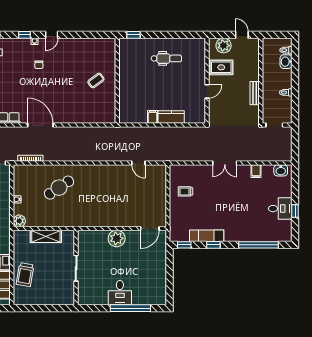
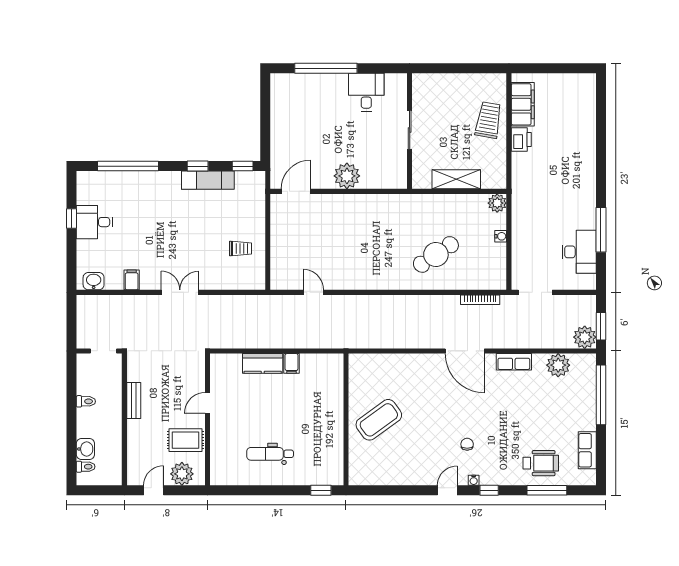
door: (242, 35) -> (154, 490), swing flipped
coffee table: (96, 81) -> (379, 420), width x1.86, depth x1.72
desk: (120, 293) -> (366, 92), moved

